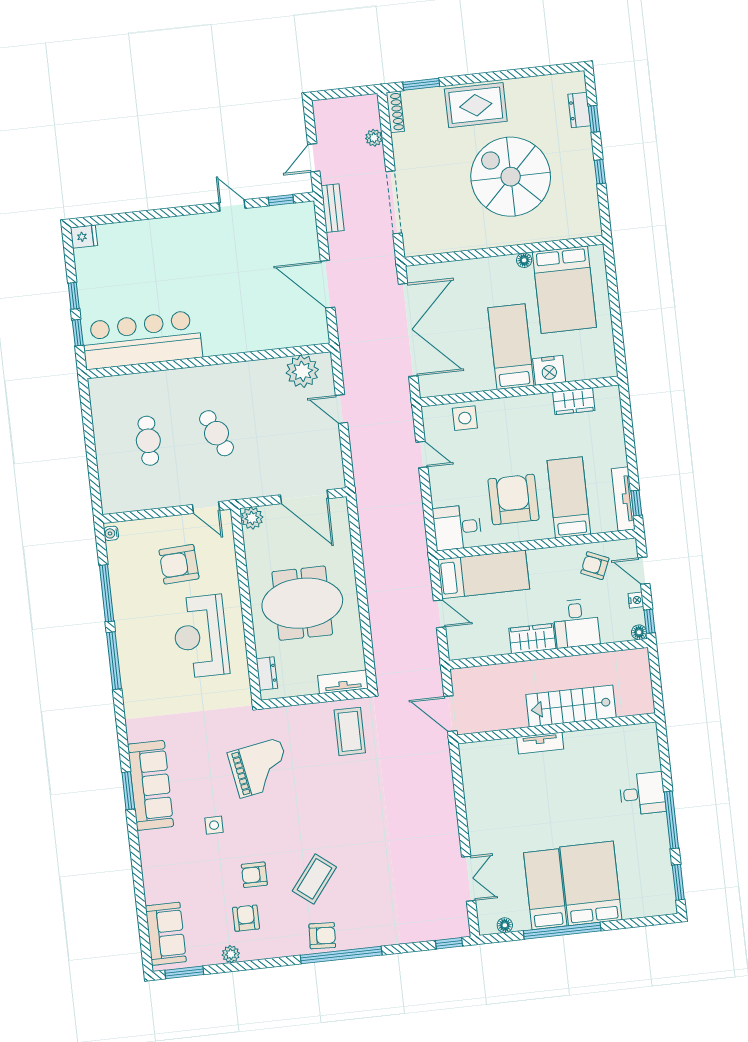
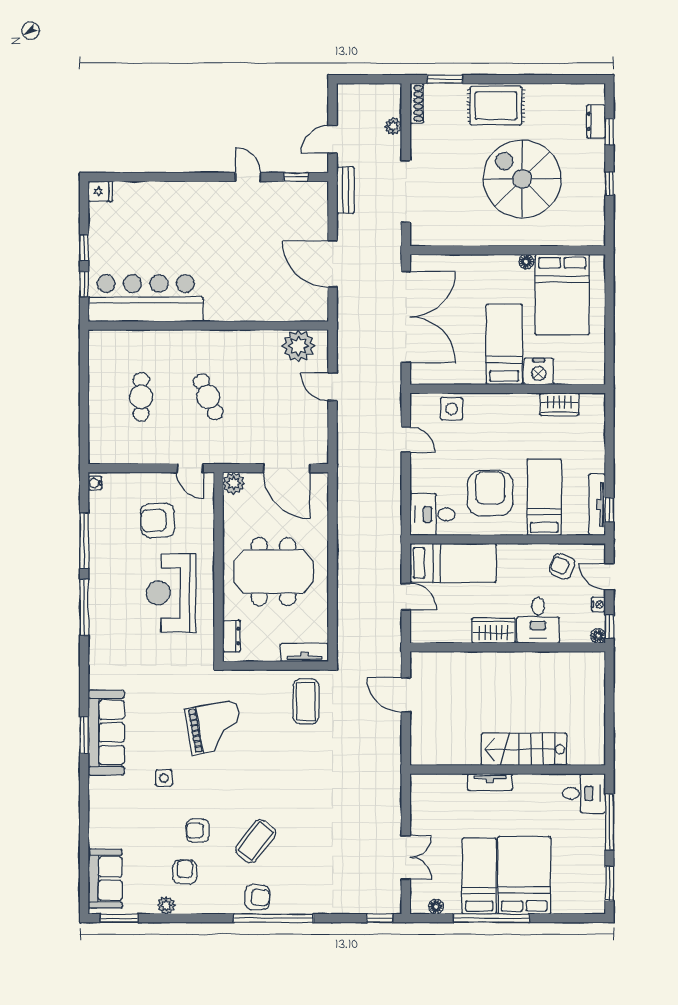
stairs: (571, 706) -> (524, 749), moved
wall: (557, 728) -> (508, 769), moved
tv unit: (540, 743) -> (490, 782), moved

